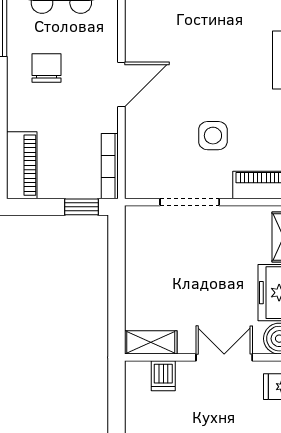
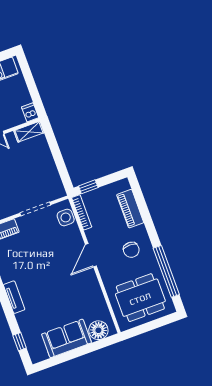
side table: (213, 136) -> (66, 217), moved
piano: (22, 165) -> (130, 209), moved
dishwasher: (163, 376) -> (30, 112), moved

